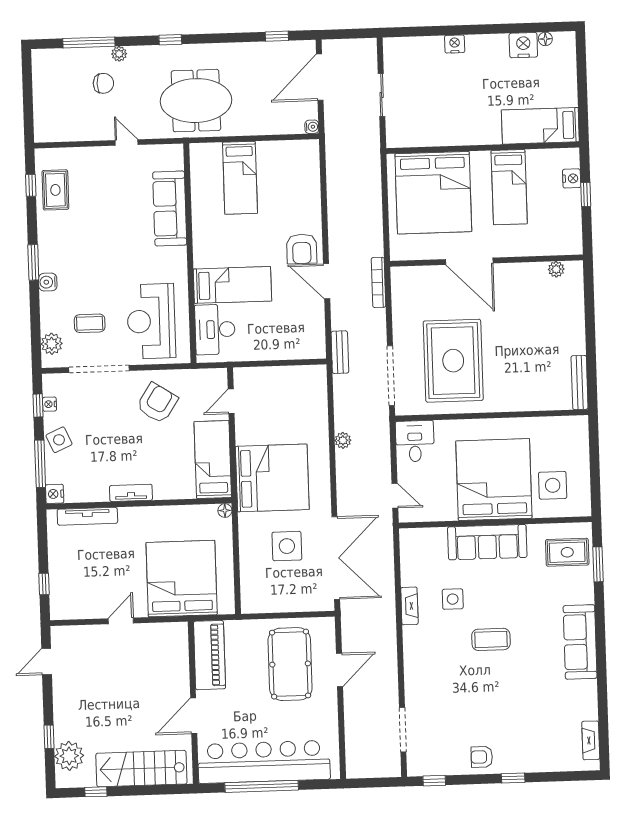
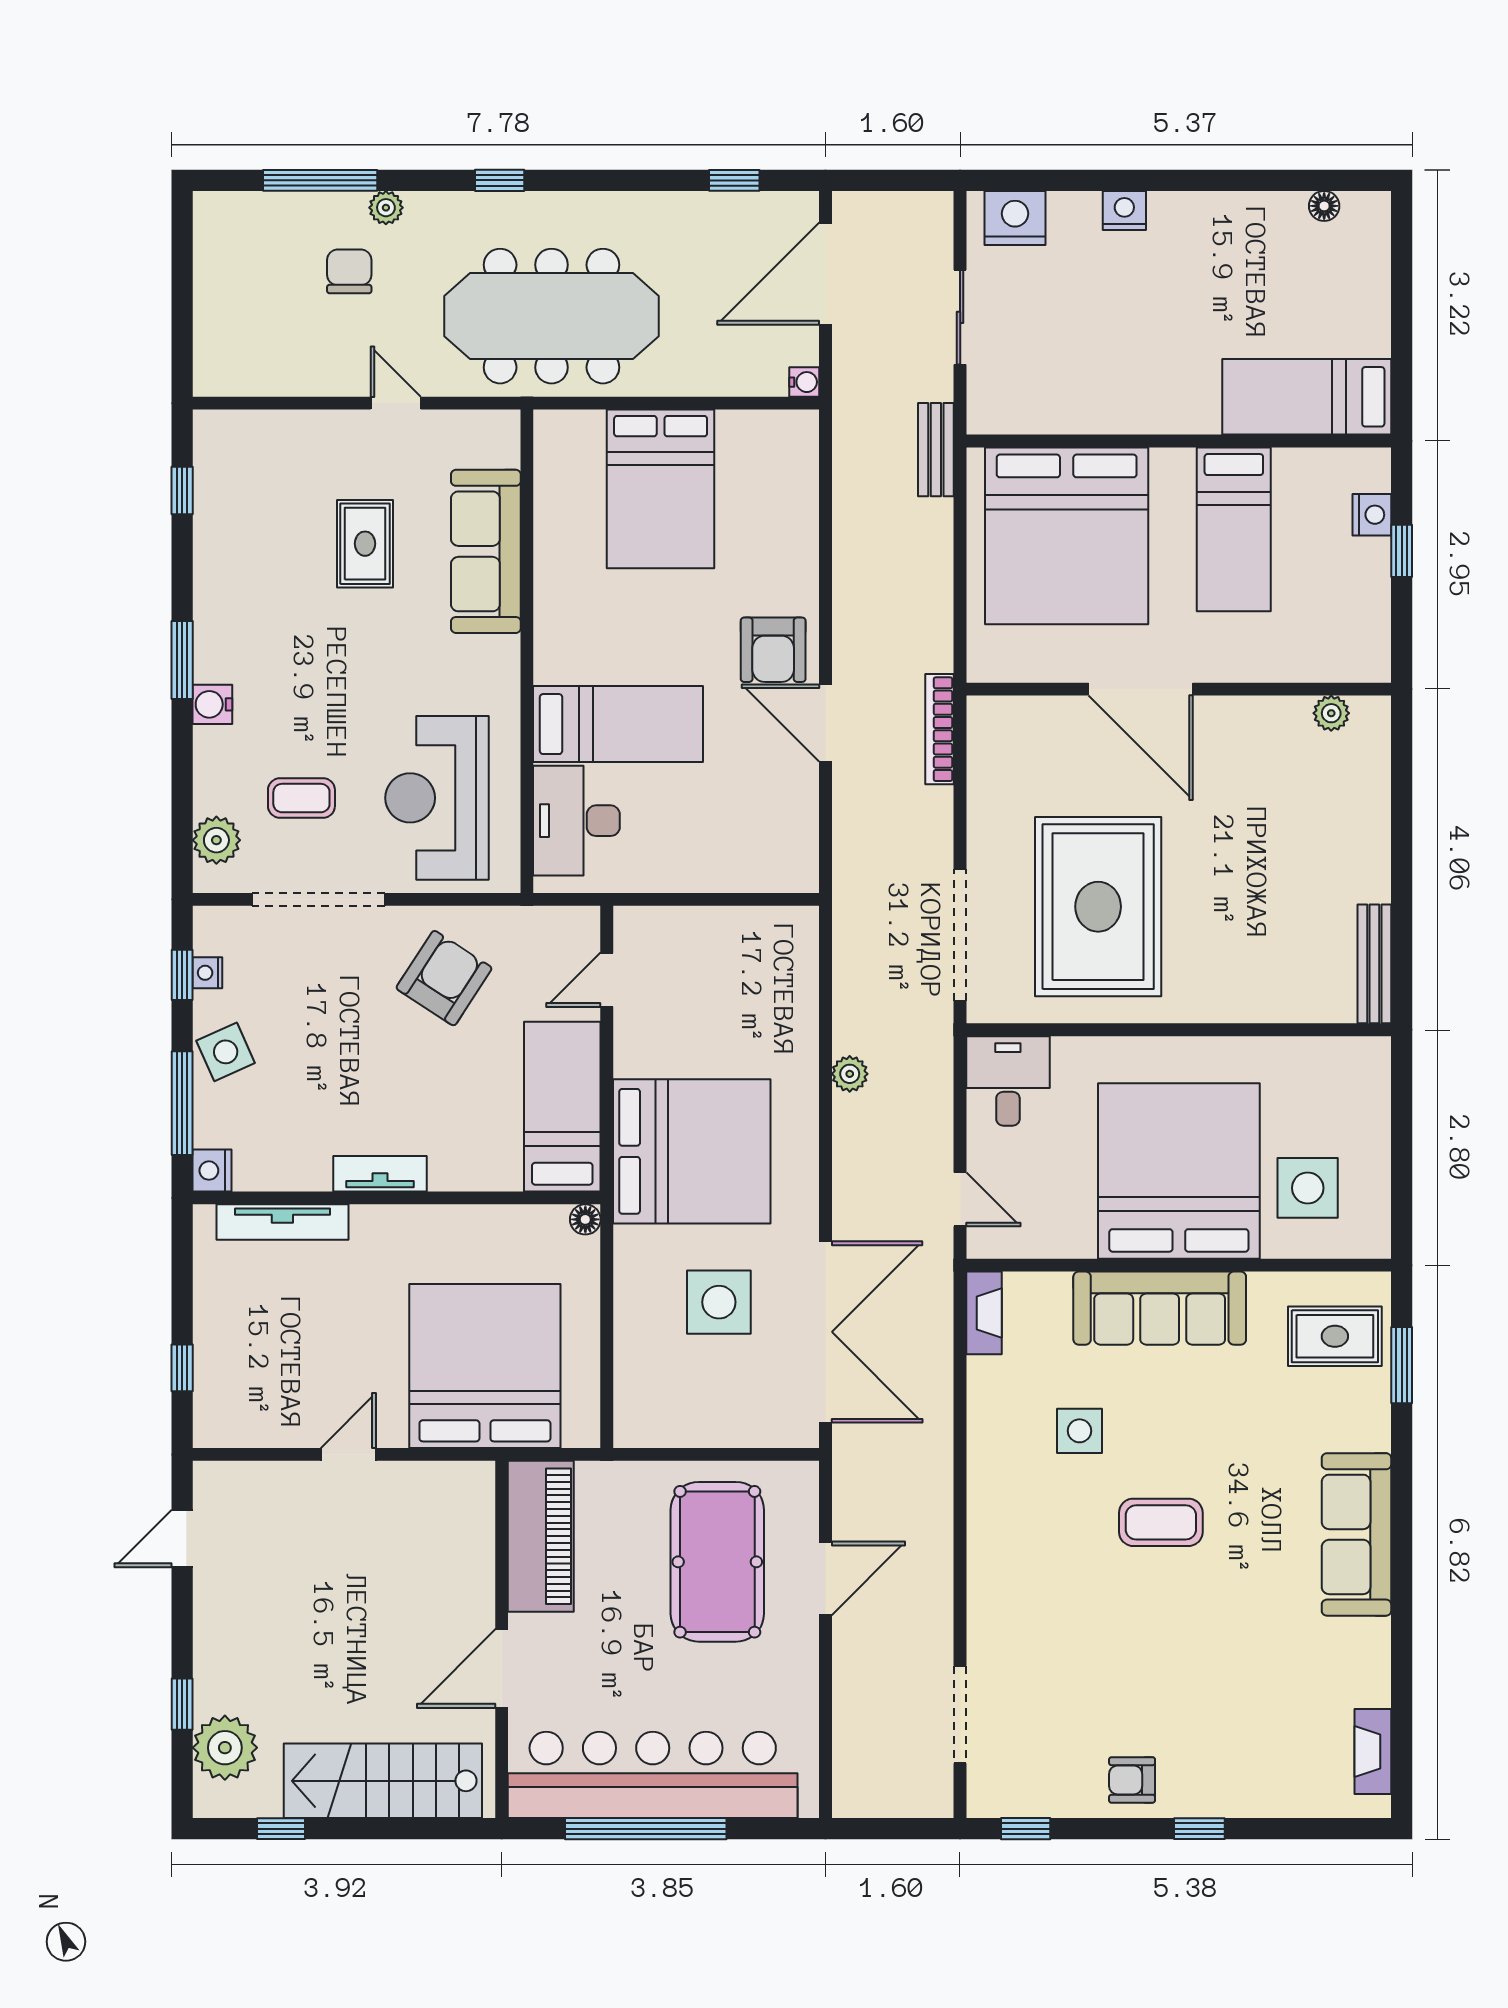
nightstand: (523, 45) -> (1015, 218), moved
chair: (103, 83) -> (349, 271), turned -90
meeting table: (196, 101) -> (551, 316), width x1.36
bed: (240, 178) -> (661, 489), width x1.50
rug: (55, 190) -> (365, 544), moved
bench: (340, 352) -> (936, 450), moved
fireplace: (409, 606) -> (984, 1313), moved

